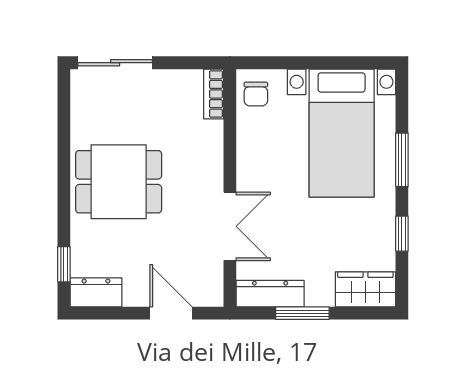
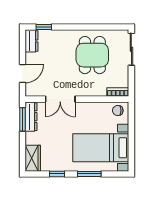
dining table: (119, 182) -> (92, 55), moved
window: (302, 313) -> (23, 119), moved

